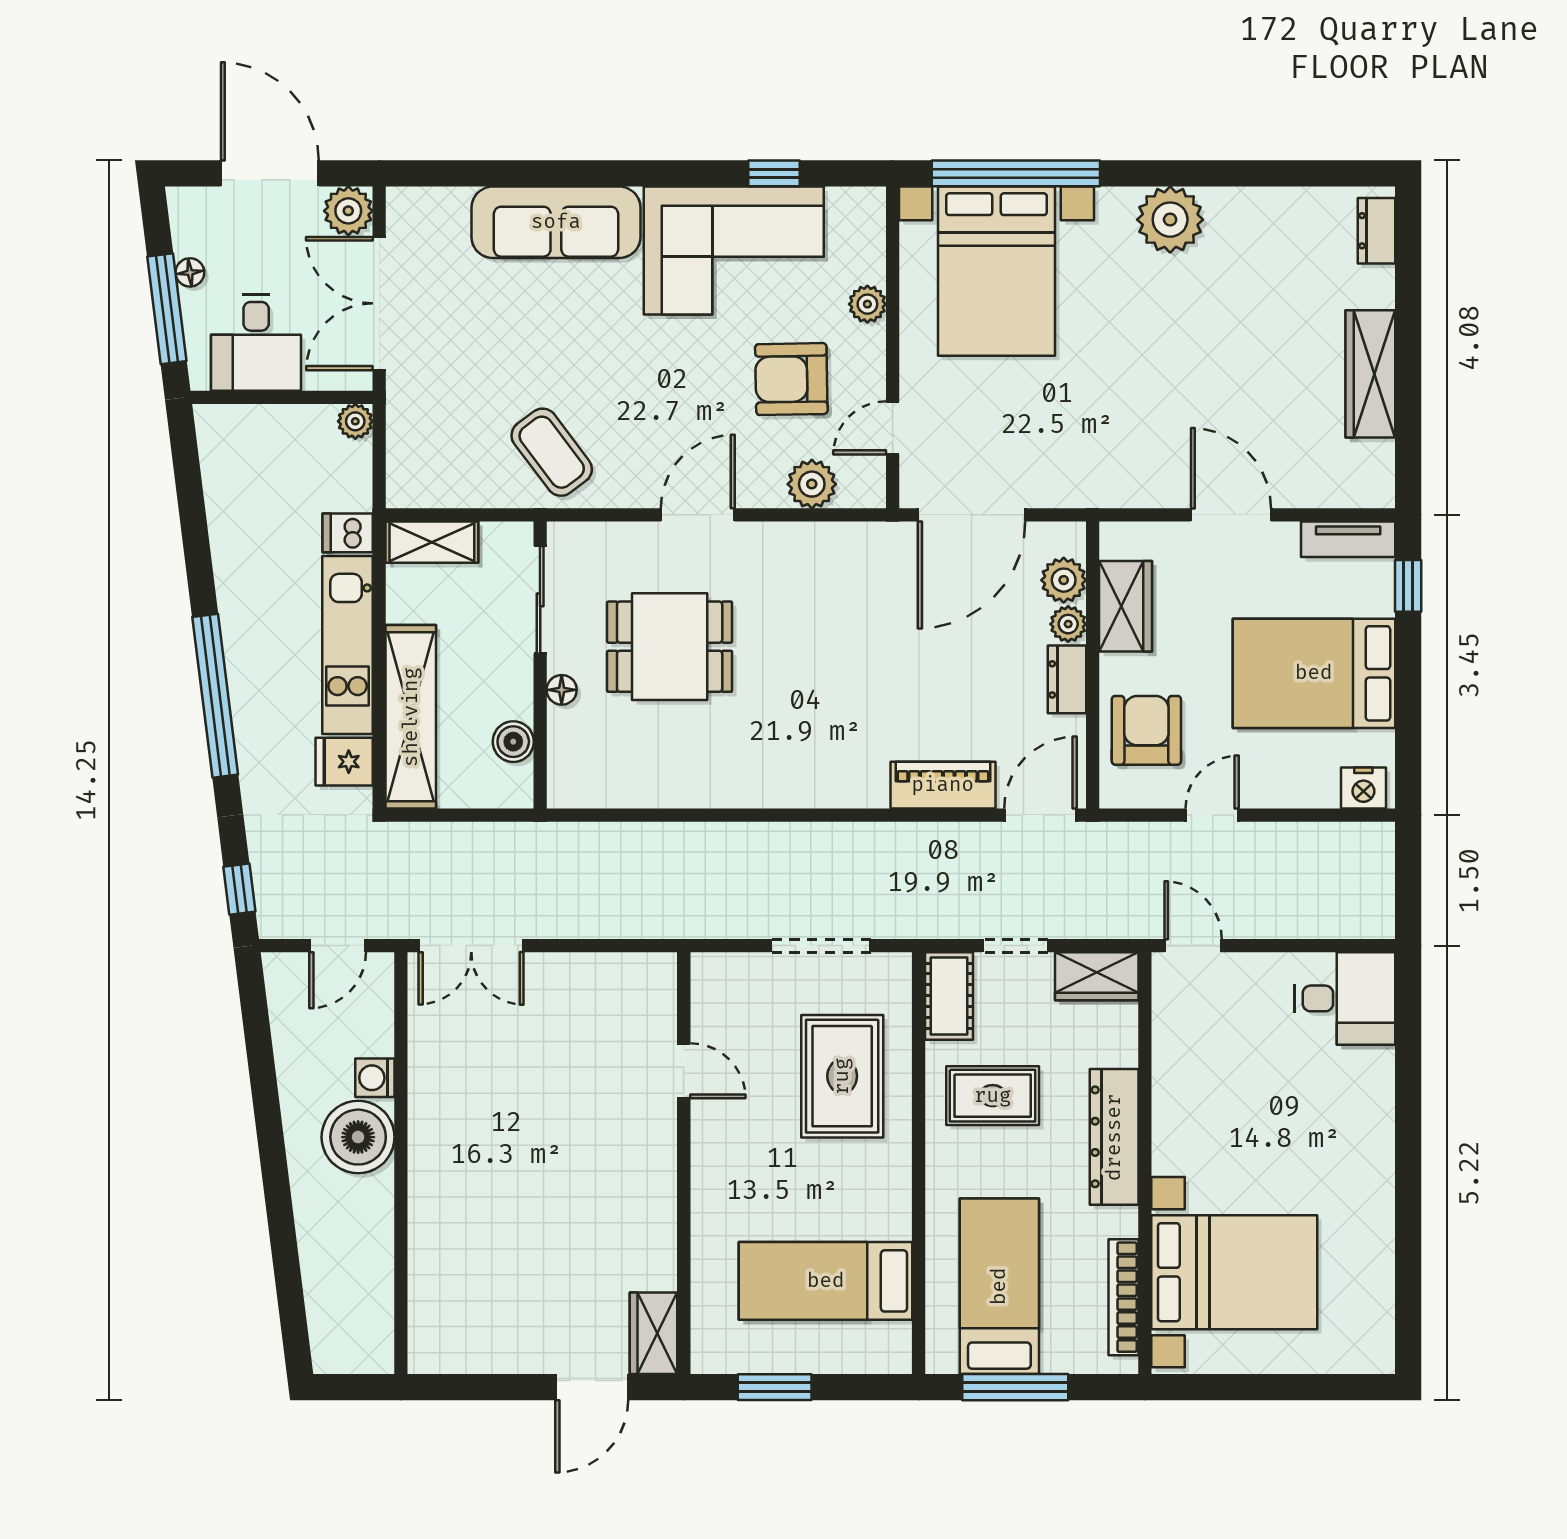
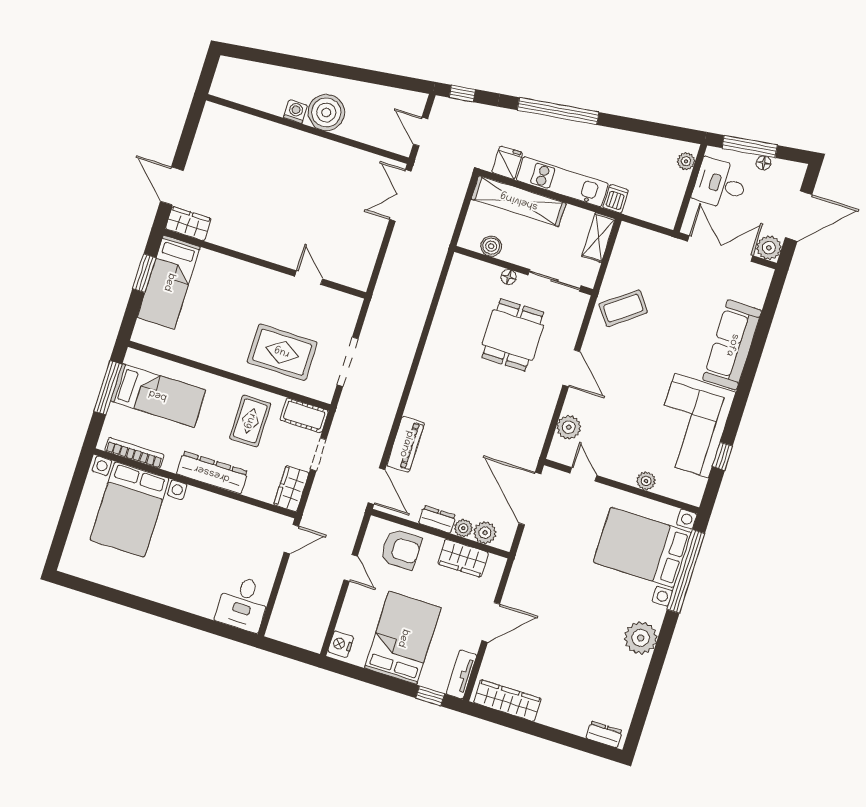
wardrobe: (1370, 374) -> (507, 701), moved
armchair: (791, 379) -> (622, 433), removed
plant: (355, 421) -> (686, 161), moved
door: (684, 1071) -> (309, 278), swing flipped
washing machine: (375, 1078) -> (295, 112), moved
bed: (826, 1281) -> (169, 282), moved, turned 180

